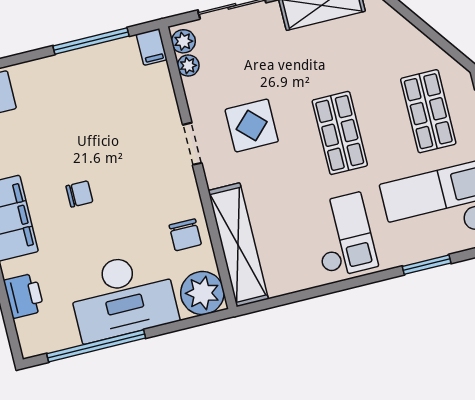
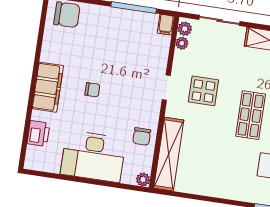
checkout: (343, 235) -> (229, 173), removed
plant: (202, 293) -> (143, 179), width x0.53, depth x0.53
window: (96, 346) -> (67, 178), removed

